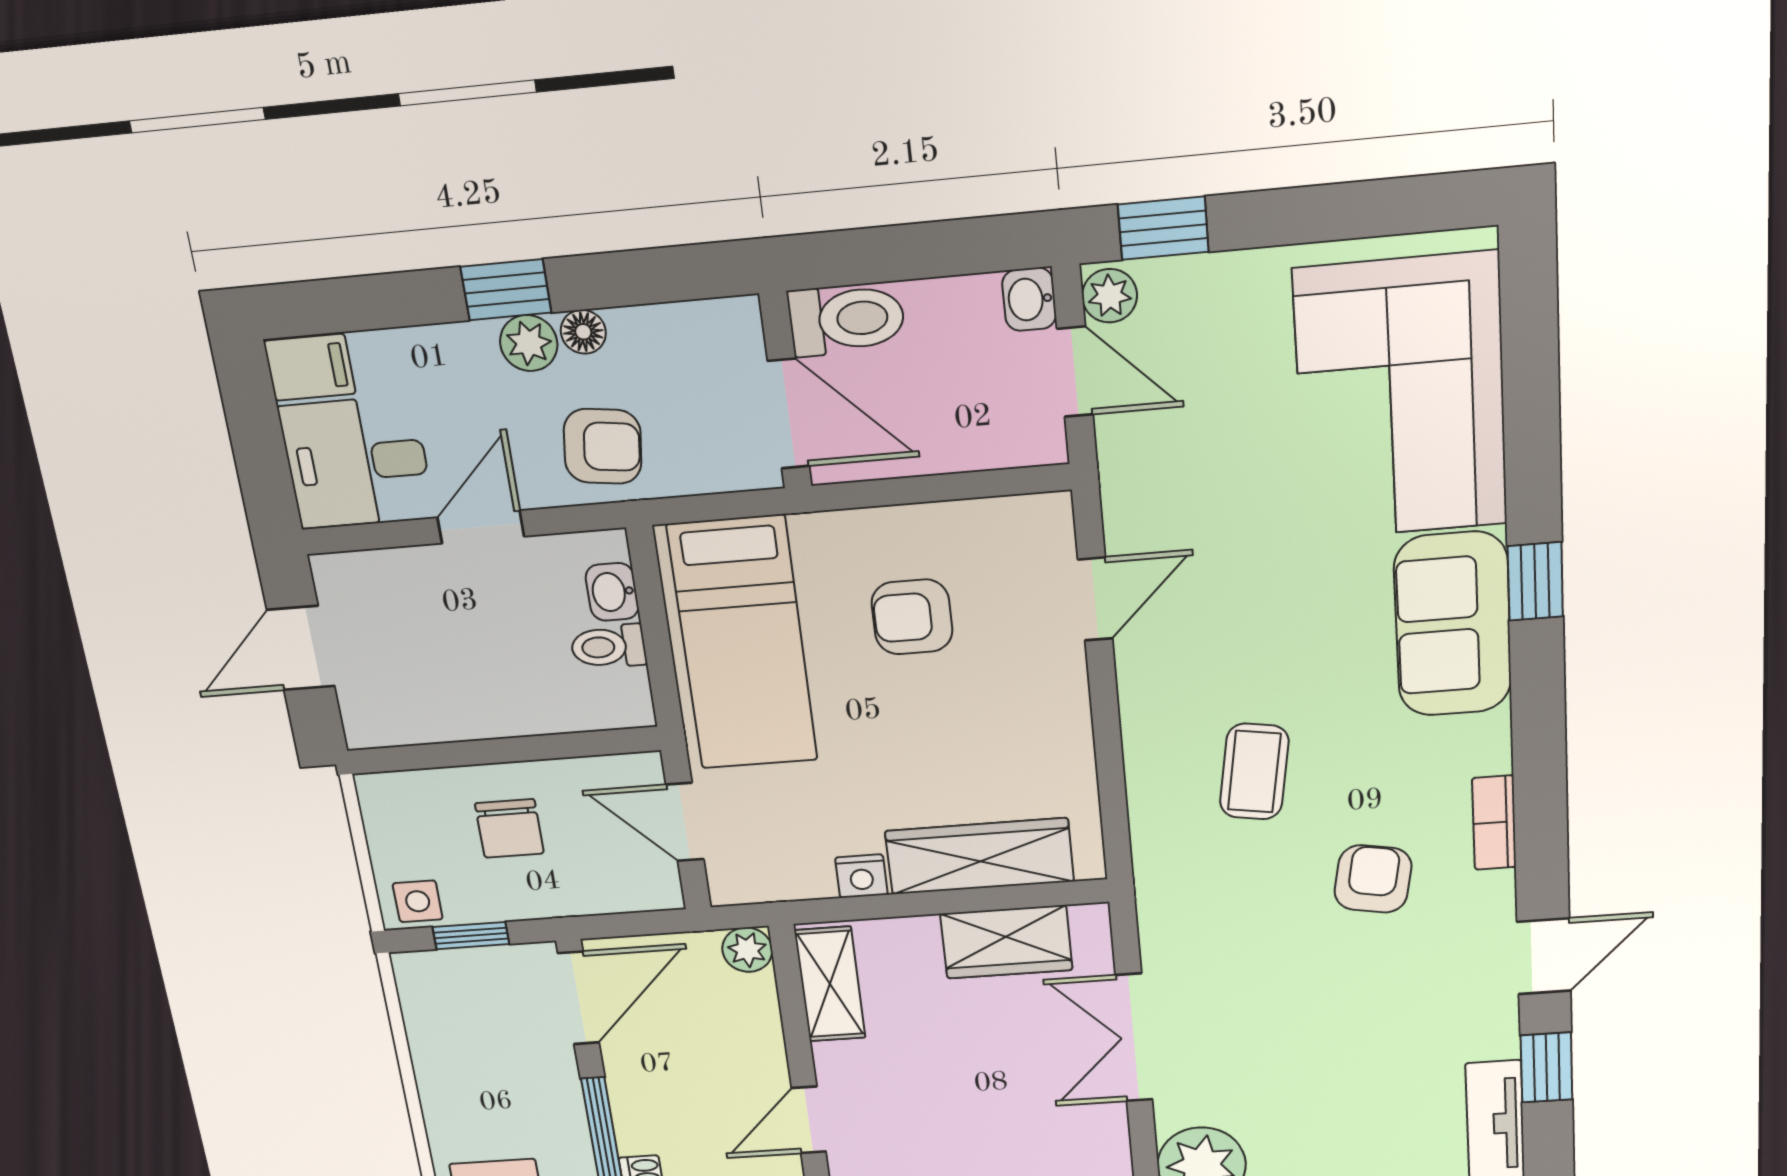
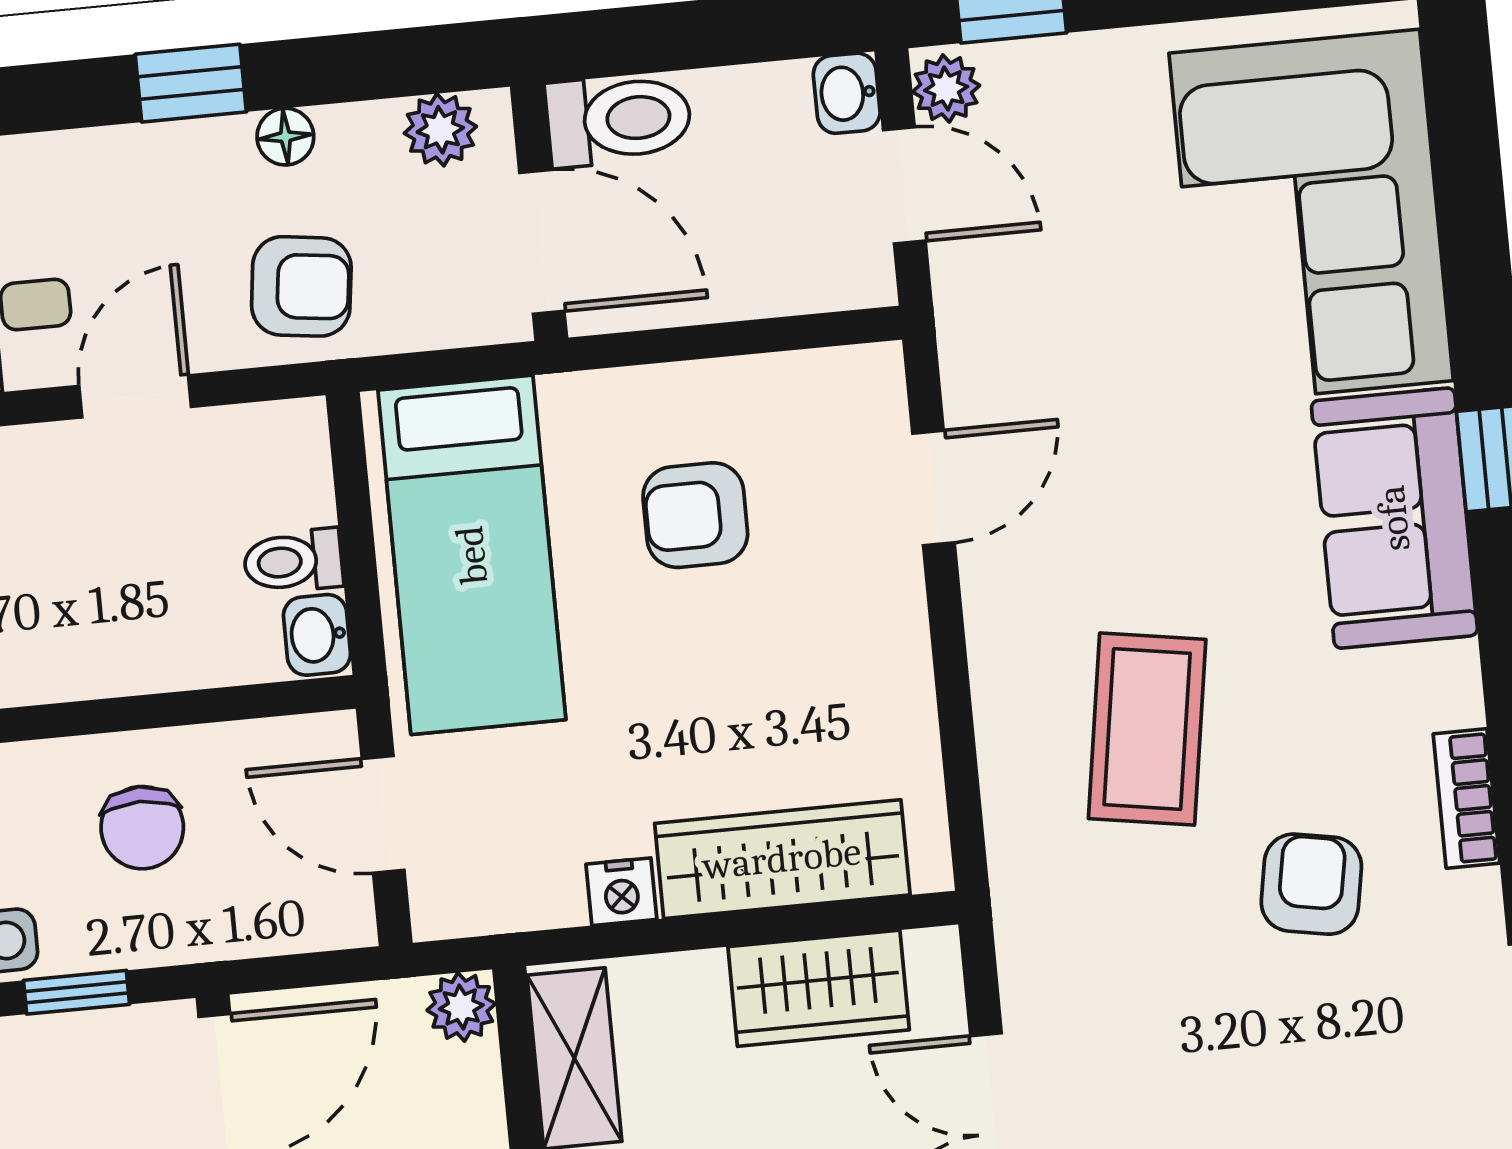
plant: (529, 343) -> (440, 130), moved
washbasin: (612, 592) -> (317, 635), moved
coffee table: (1254, 772) -> (1147, 729), width x1.36, depth x1.30

